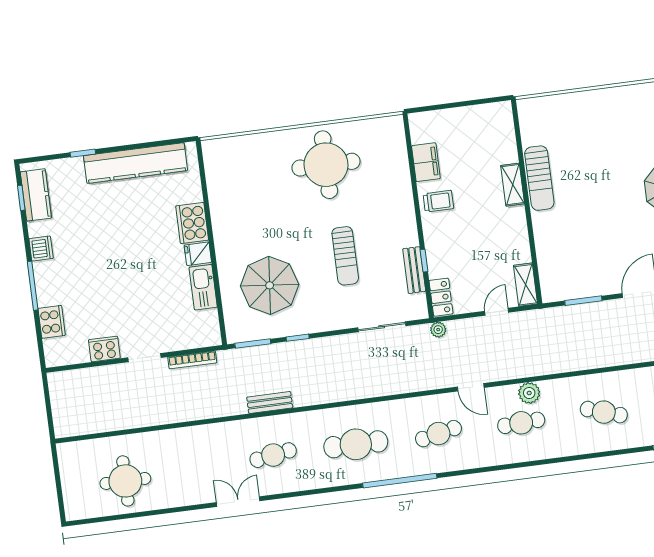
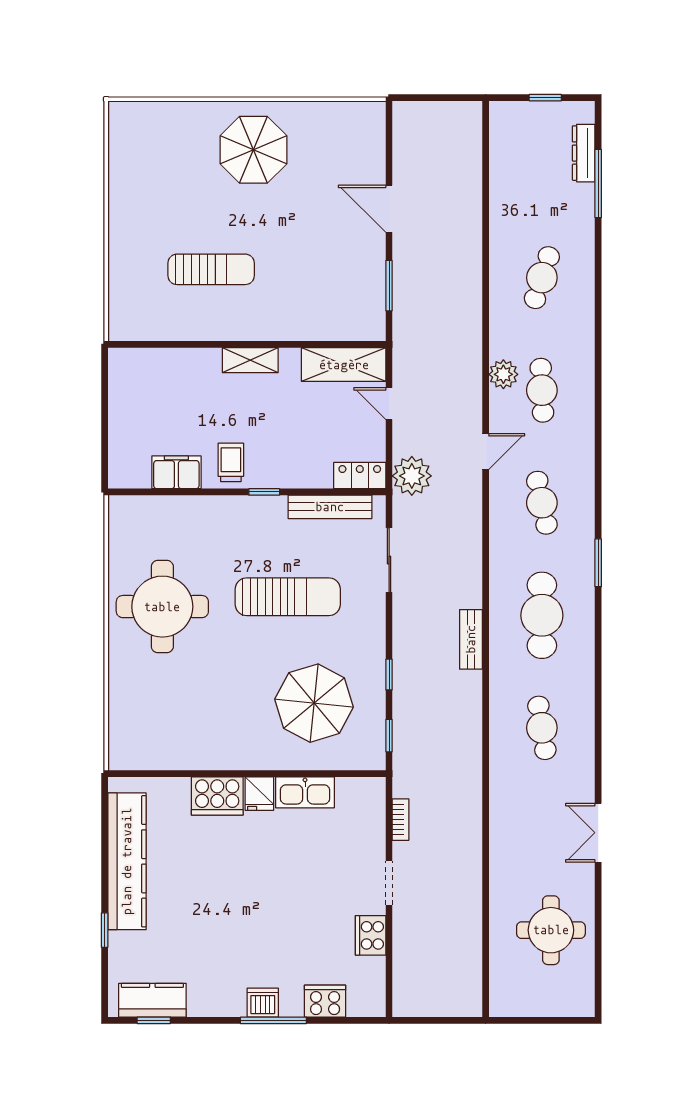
sun lounger: (539, 178) -> (211, 269), moved
shelving: (513, 185) -> (250, 360), moved
dishwasher: (41, 249) -> (263, 1003), moved
sun lounger: (345, 256) -> (288, 597), width x1.36, depth x1.34
window: (424, 261) -> (264, 492), moved
bench: (414, 270) -> (330, 507), width x1.36
shelving: (526, 285) -> (344, 365), width x1.50, depth x1.33
plant: (438, 330) -> (412, 476), width x1.87, depth x1.87
window: (253, 343) -> (389, 736), width x0.67
bookcase: (192, 360) -> (401, 820), width x0.64
bench: (270, 402) -> (471, 639), moved
window: (400, 481) -> (598, 563), width x0.47
double door: (238, 502) -> (598, 833), moved

